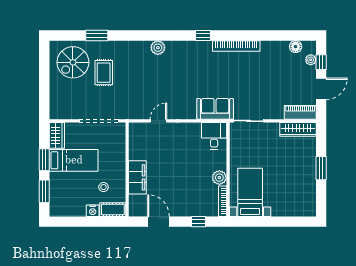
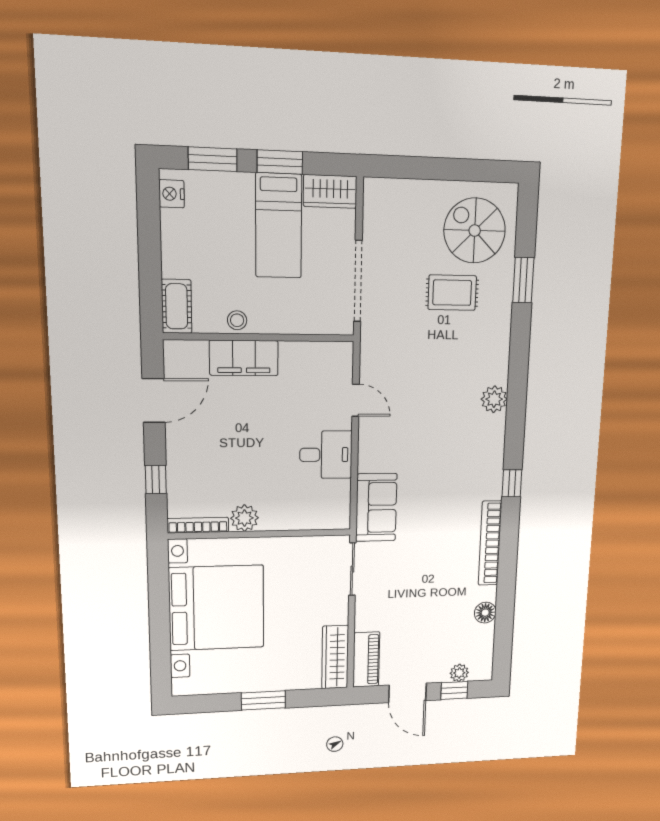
floor lamp: (296, 47) -> (485, 613), moved
desk: (214, 136) -> (326, 455), moved
stool: (104, 187) -> (237, 320), moved
bed with nightstands: (250, 192) -> (217, 608), width x1.85
nightstand: (93, 211) -> (172, 194), moved

